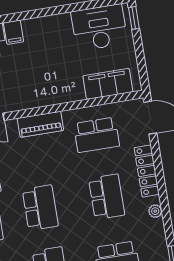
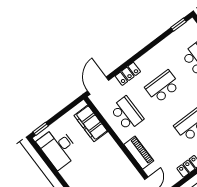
locker: (147, 171) -> (128, 74), width x0.66
plant: (155, 211) -> (155, 51), removed

